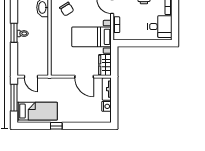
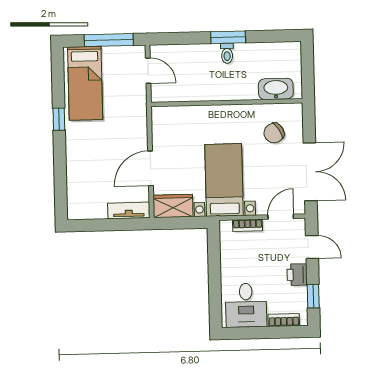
door: (31, 77) -> (148, 71), swing flipped
nightstand: (106, 106) -> (97, 211), removed

